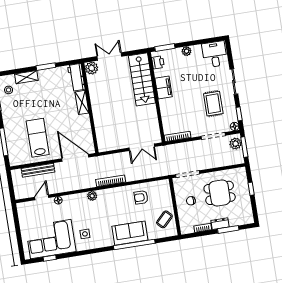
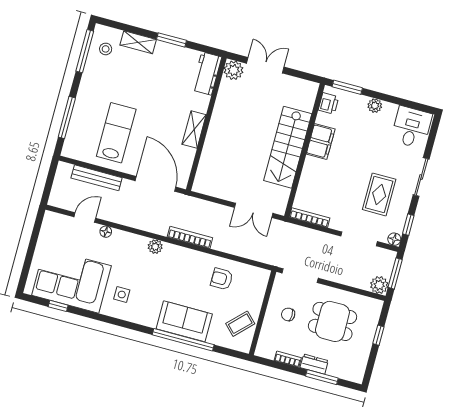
stairs: (142, 79) -> (288, 147), moved
shelving: (82, 102) -> (194, 130), moved
plant: (236, 144) -> (379, 285), moved

